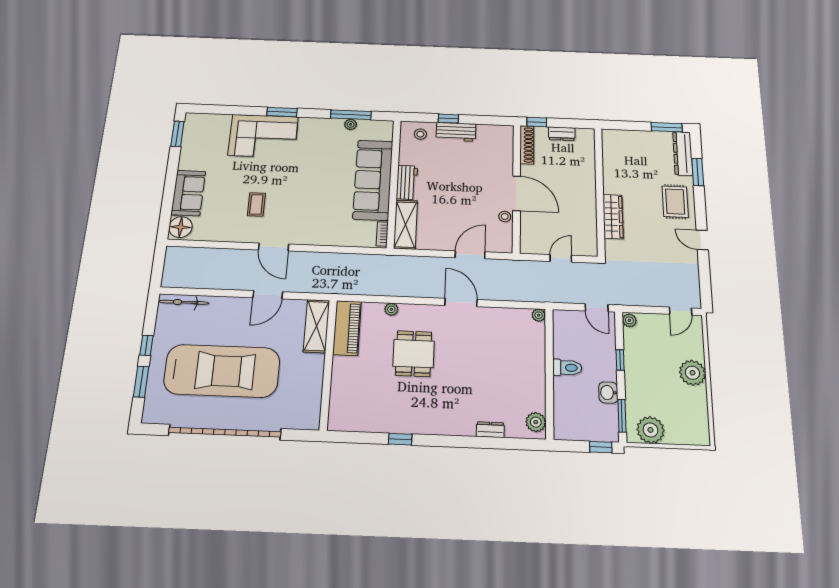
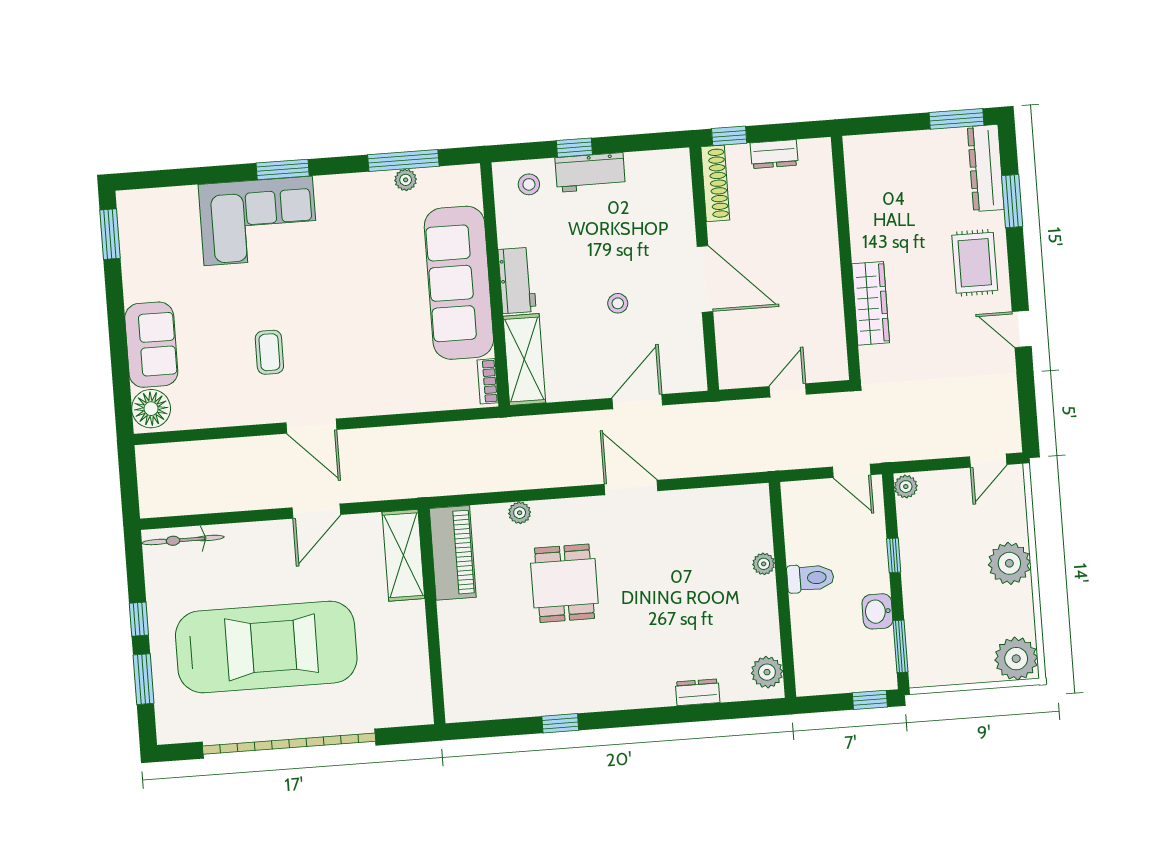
stool: (505, 216) -> (618, 303), moved
plant: (539, 315) -> (764, 564), moved
plant: (650, 430) -> (1016, 659), moved

